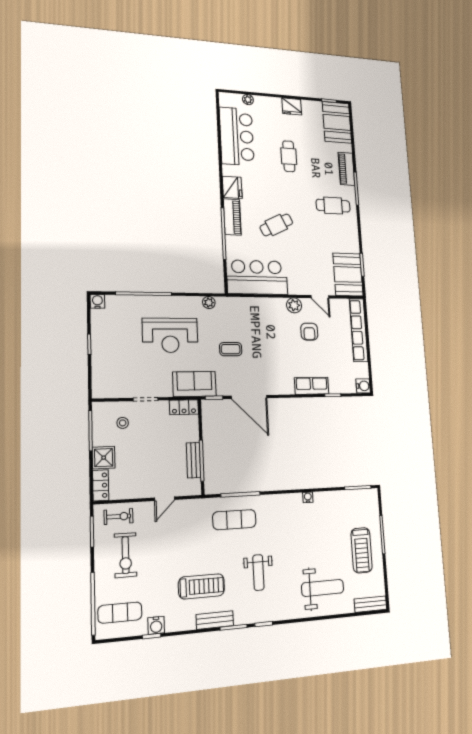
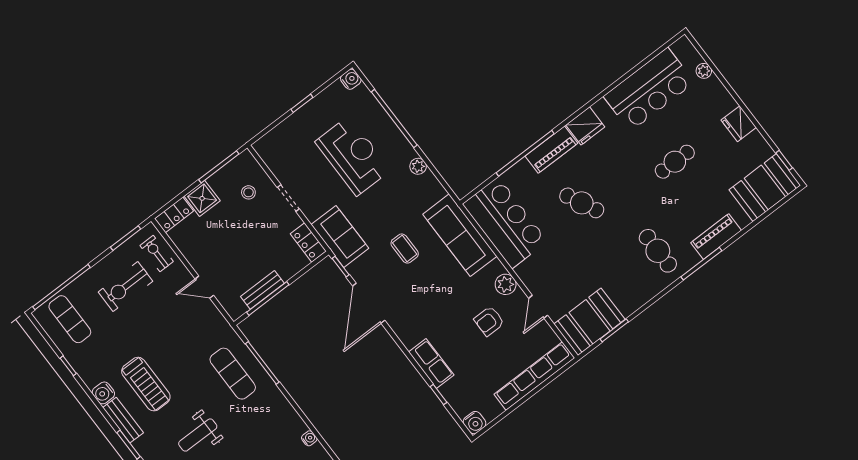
plant: (209, 302) -> (418, 166), moved
sofa: (246, 310) -> (460, 235), added
reception desk: (170, 335) -> (353, 156), moved, turned 180
exercise bike: (118, 516) -> (157, 254), turned 180
water cooler: (156, 625) -> (103, 393), moved

